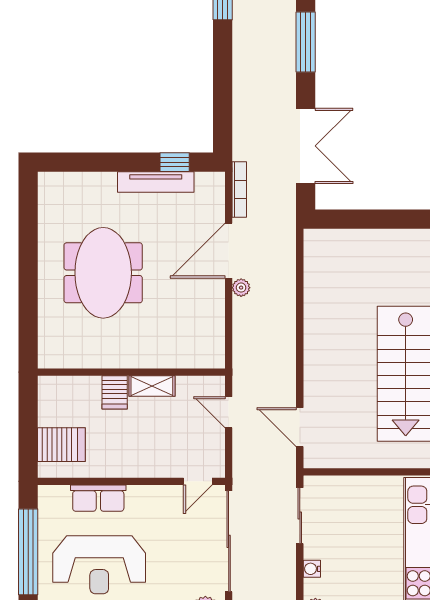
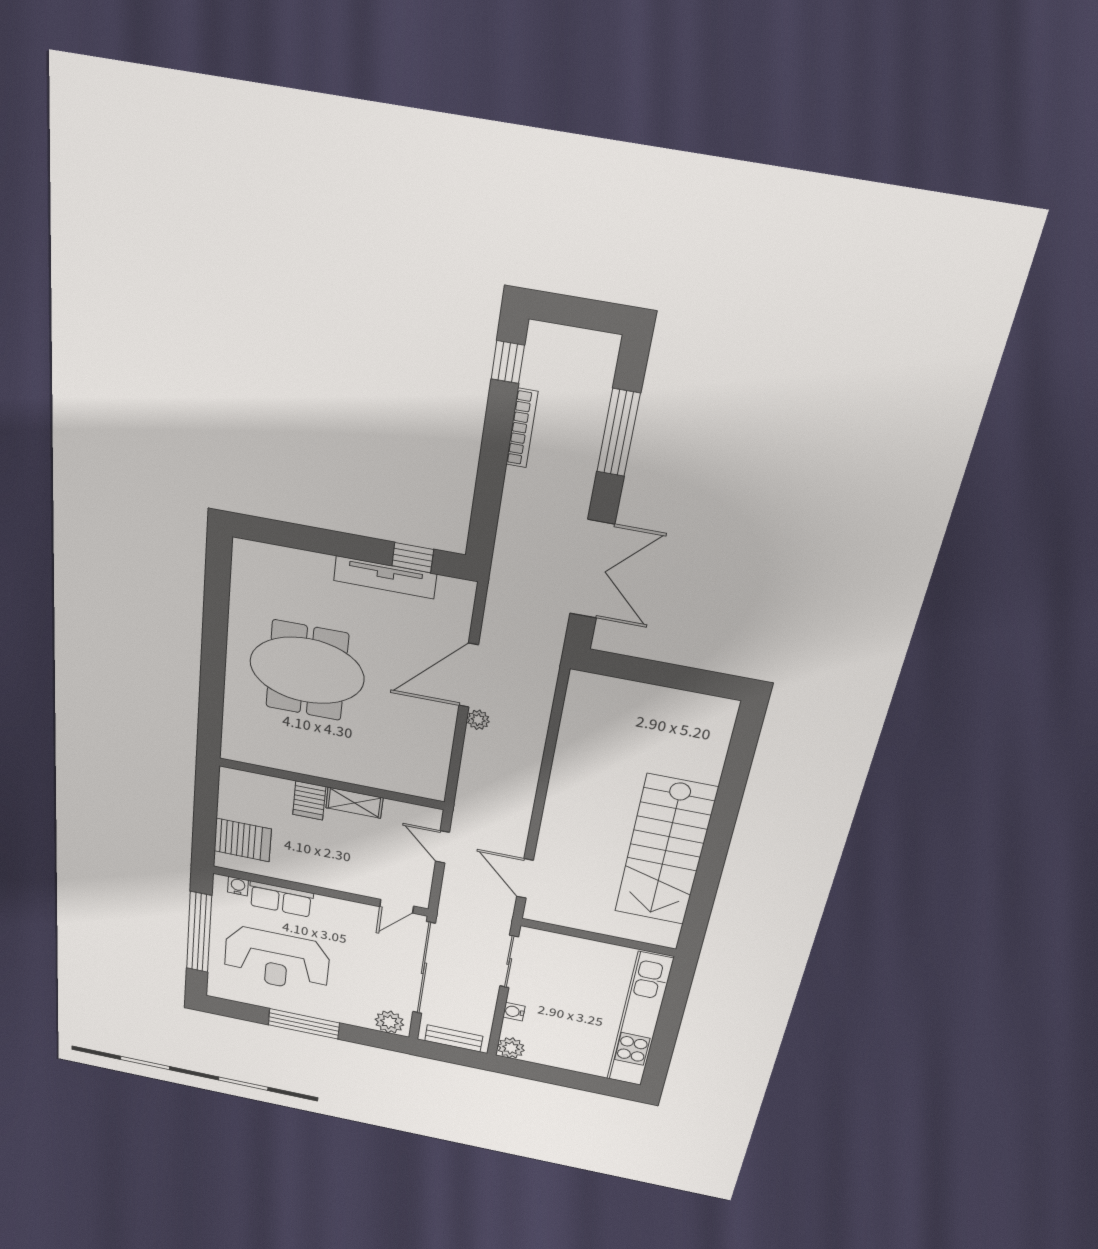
bookcase: (239, 189) -> (522, 428), moved
meeting table: (103, 273) -> (307, 670), turned 90
water cooler: (60, 493) -> (238, 886), added

